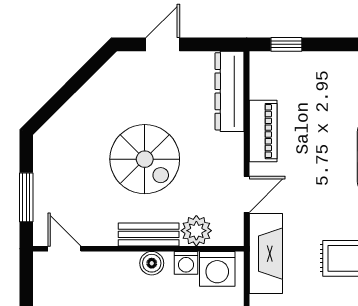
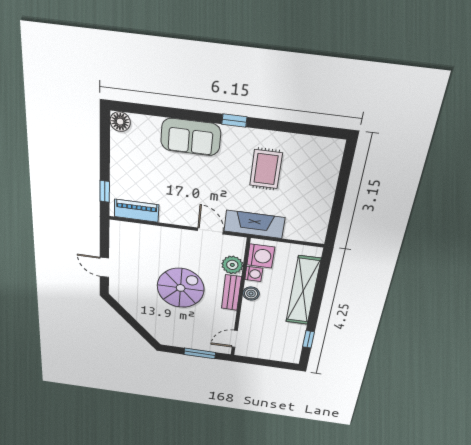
dresser: (230, 91) -> (137, 232), removed
piano: (263, 131) -> (136, 211), moved

